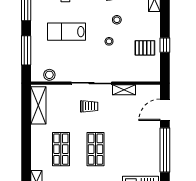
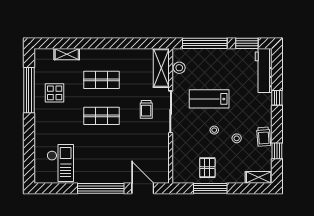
lab bench: (66, 32) -> (209, 99), moved, turned -90
window: (165, 45) -> (210, 188), width x2.17
window: (26, 50) -> (205, 43), width x1.46
shelving: (124, 90) -> (164, 146), removed
shelving: (38, 105) -> (161, 68), moved, turned 90

